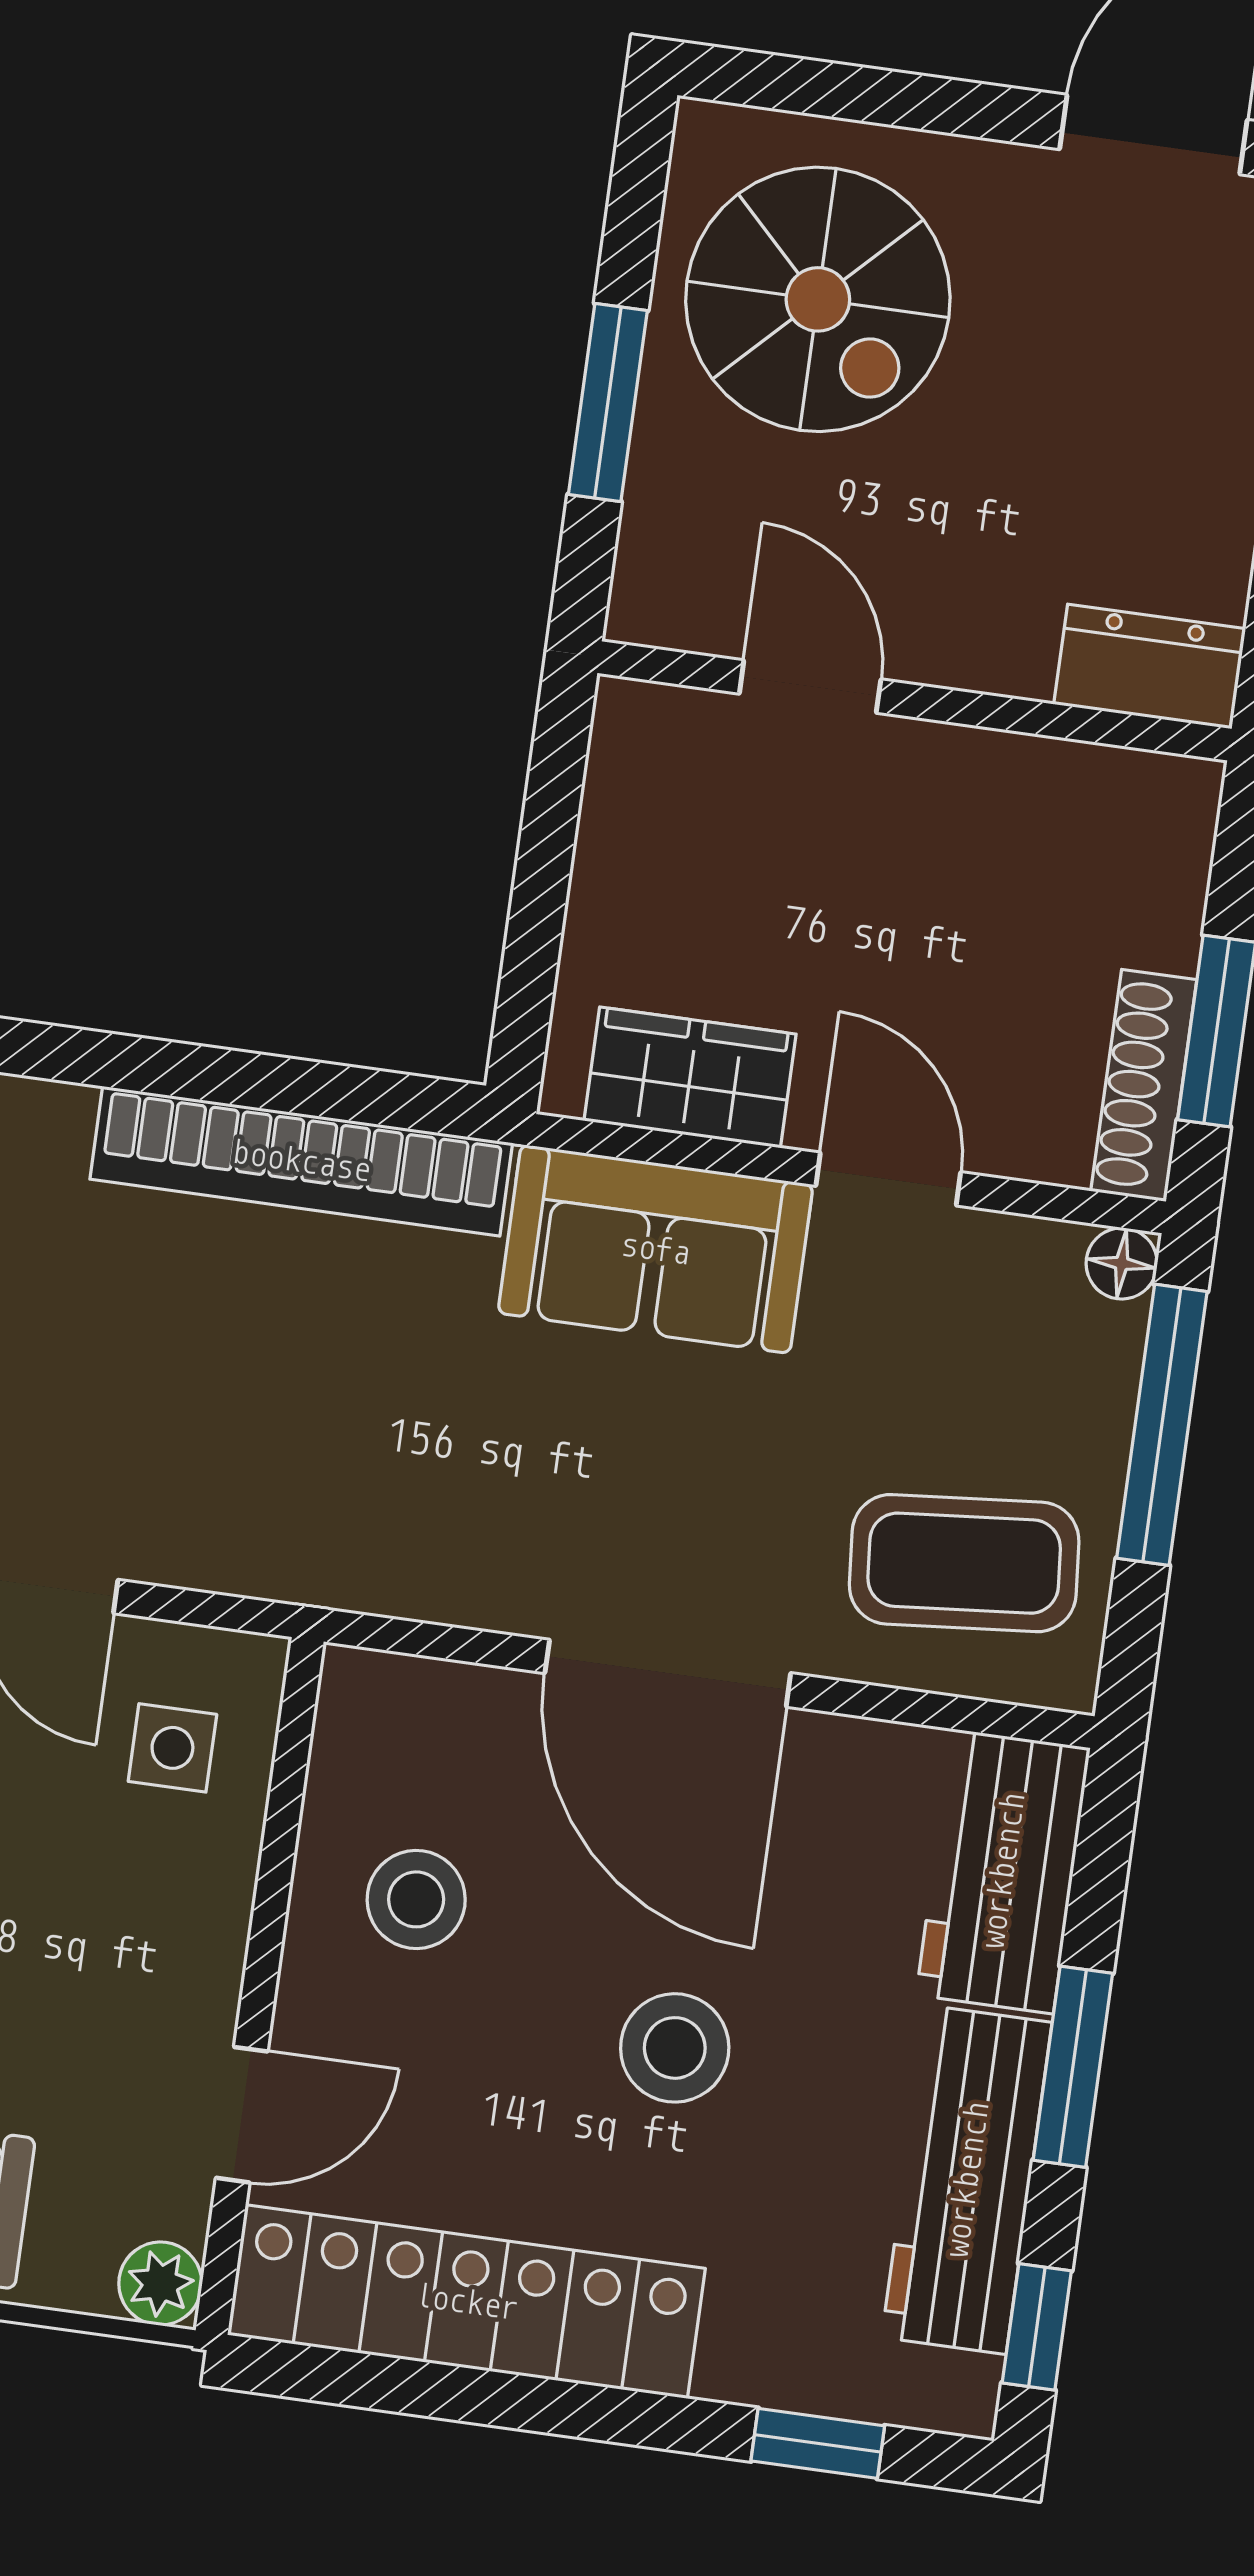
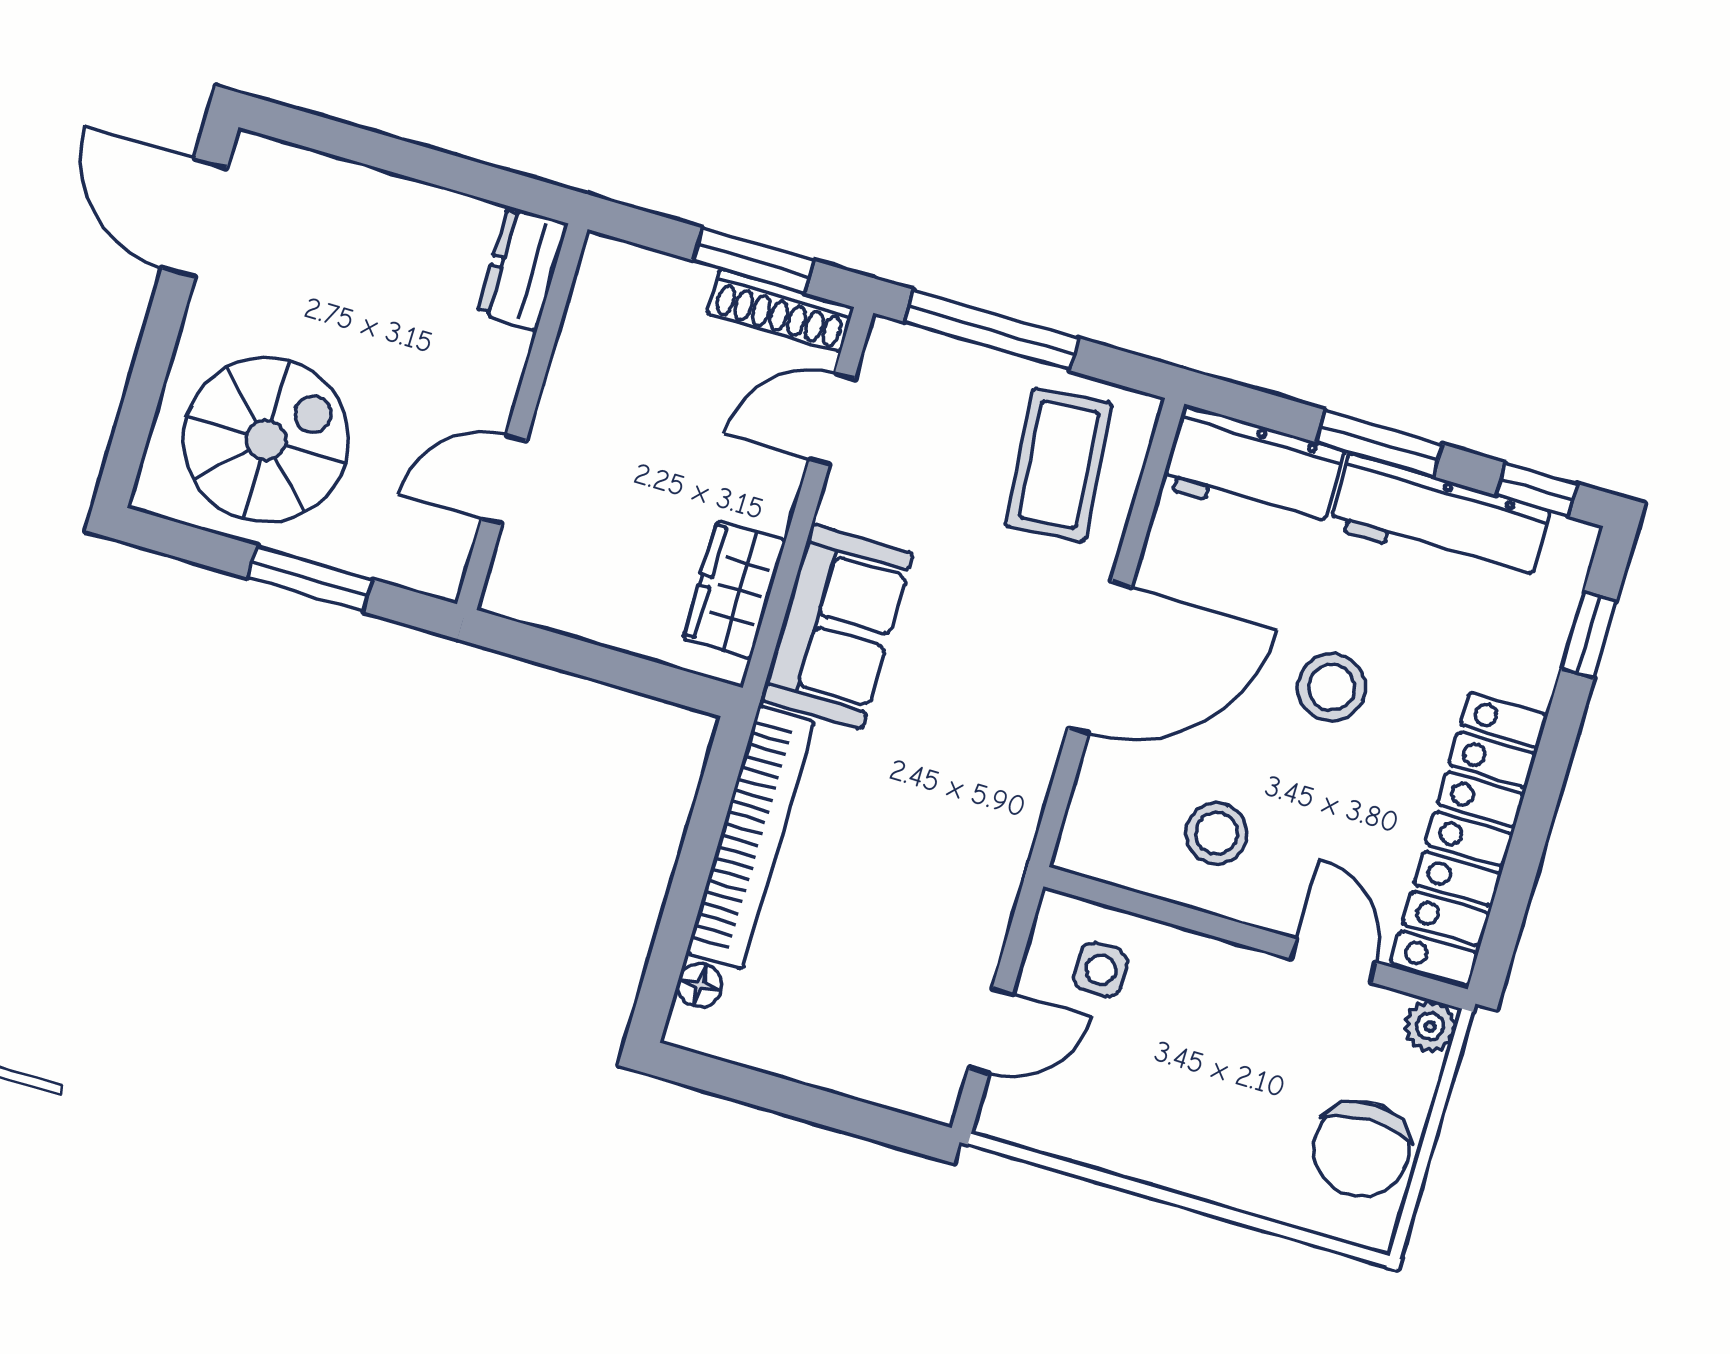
door: (888, 1179) -> (832, 419), moved
floor lamp: (1122, 1263) -> (700, 985), moved

